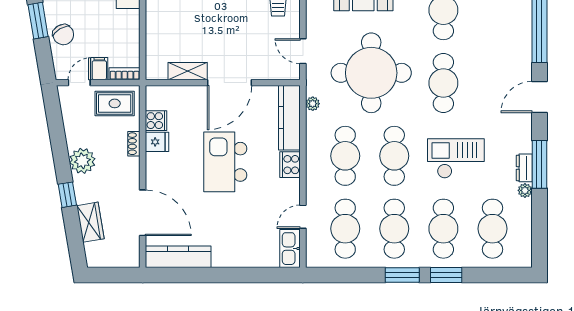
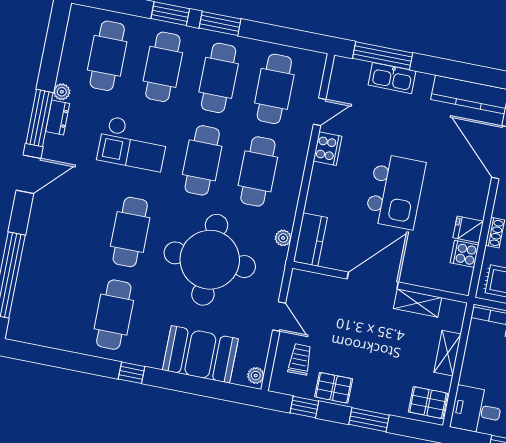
shelving: (154, 34) -> (448, 353), added
door: (303, 51) -> (279, 317), moved
door: (539, 97) -> (28, 174), moved
kitchen counter: (289, 118) -> (310, 239), width x0.67
cooker: (290, 165) -> (328, 149), moved
kitchen sink: (290, 249) -> (392, 78), moved, turned 90
window: (259, 275) -> (383, 56), added

